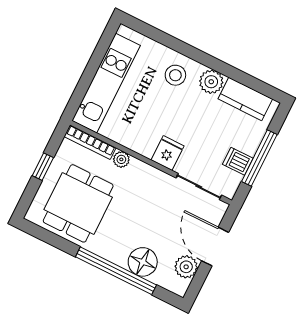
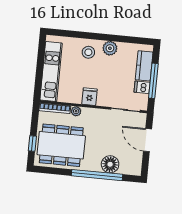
kitchen counter: (245, 99) -> (144, 66), moved, turned 90
fridge: (168, 153) -> (89, 97), moved
window: (43, 167) -> (32, 144), moved
dining table: (78, 203) -> (61, 145), width x1.38
plant: (186, 267) -> (136, 158), removed

